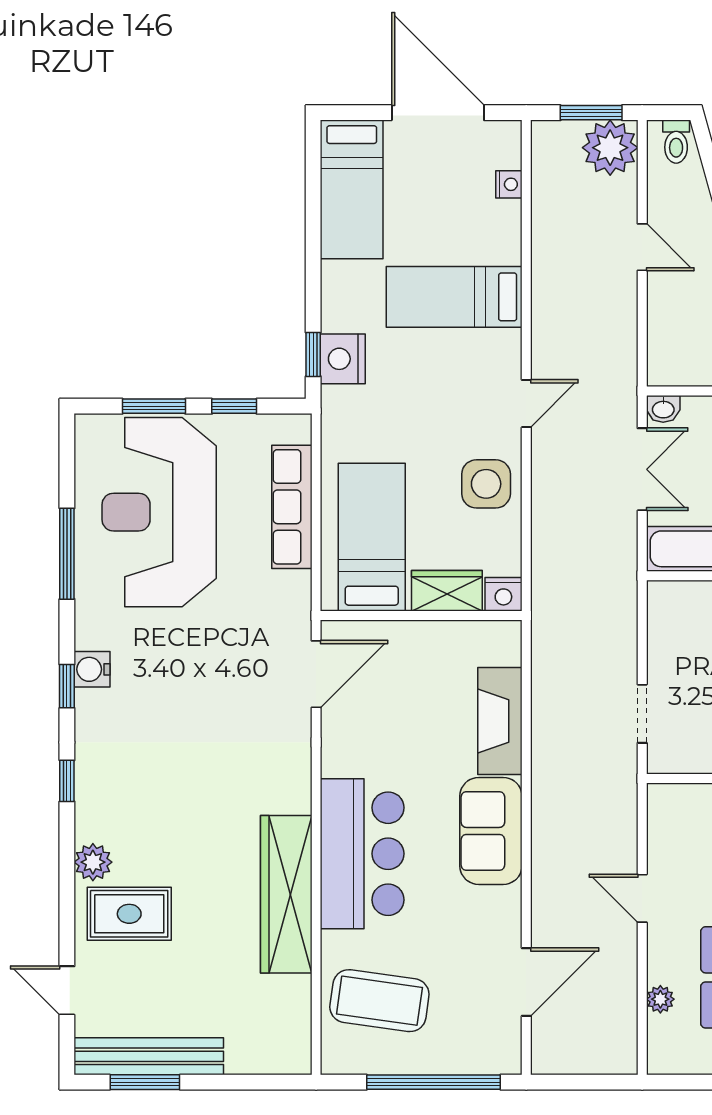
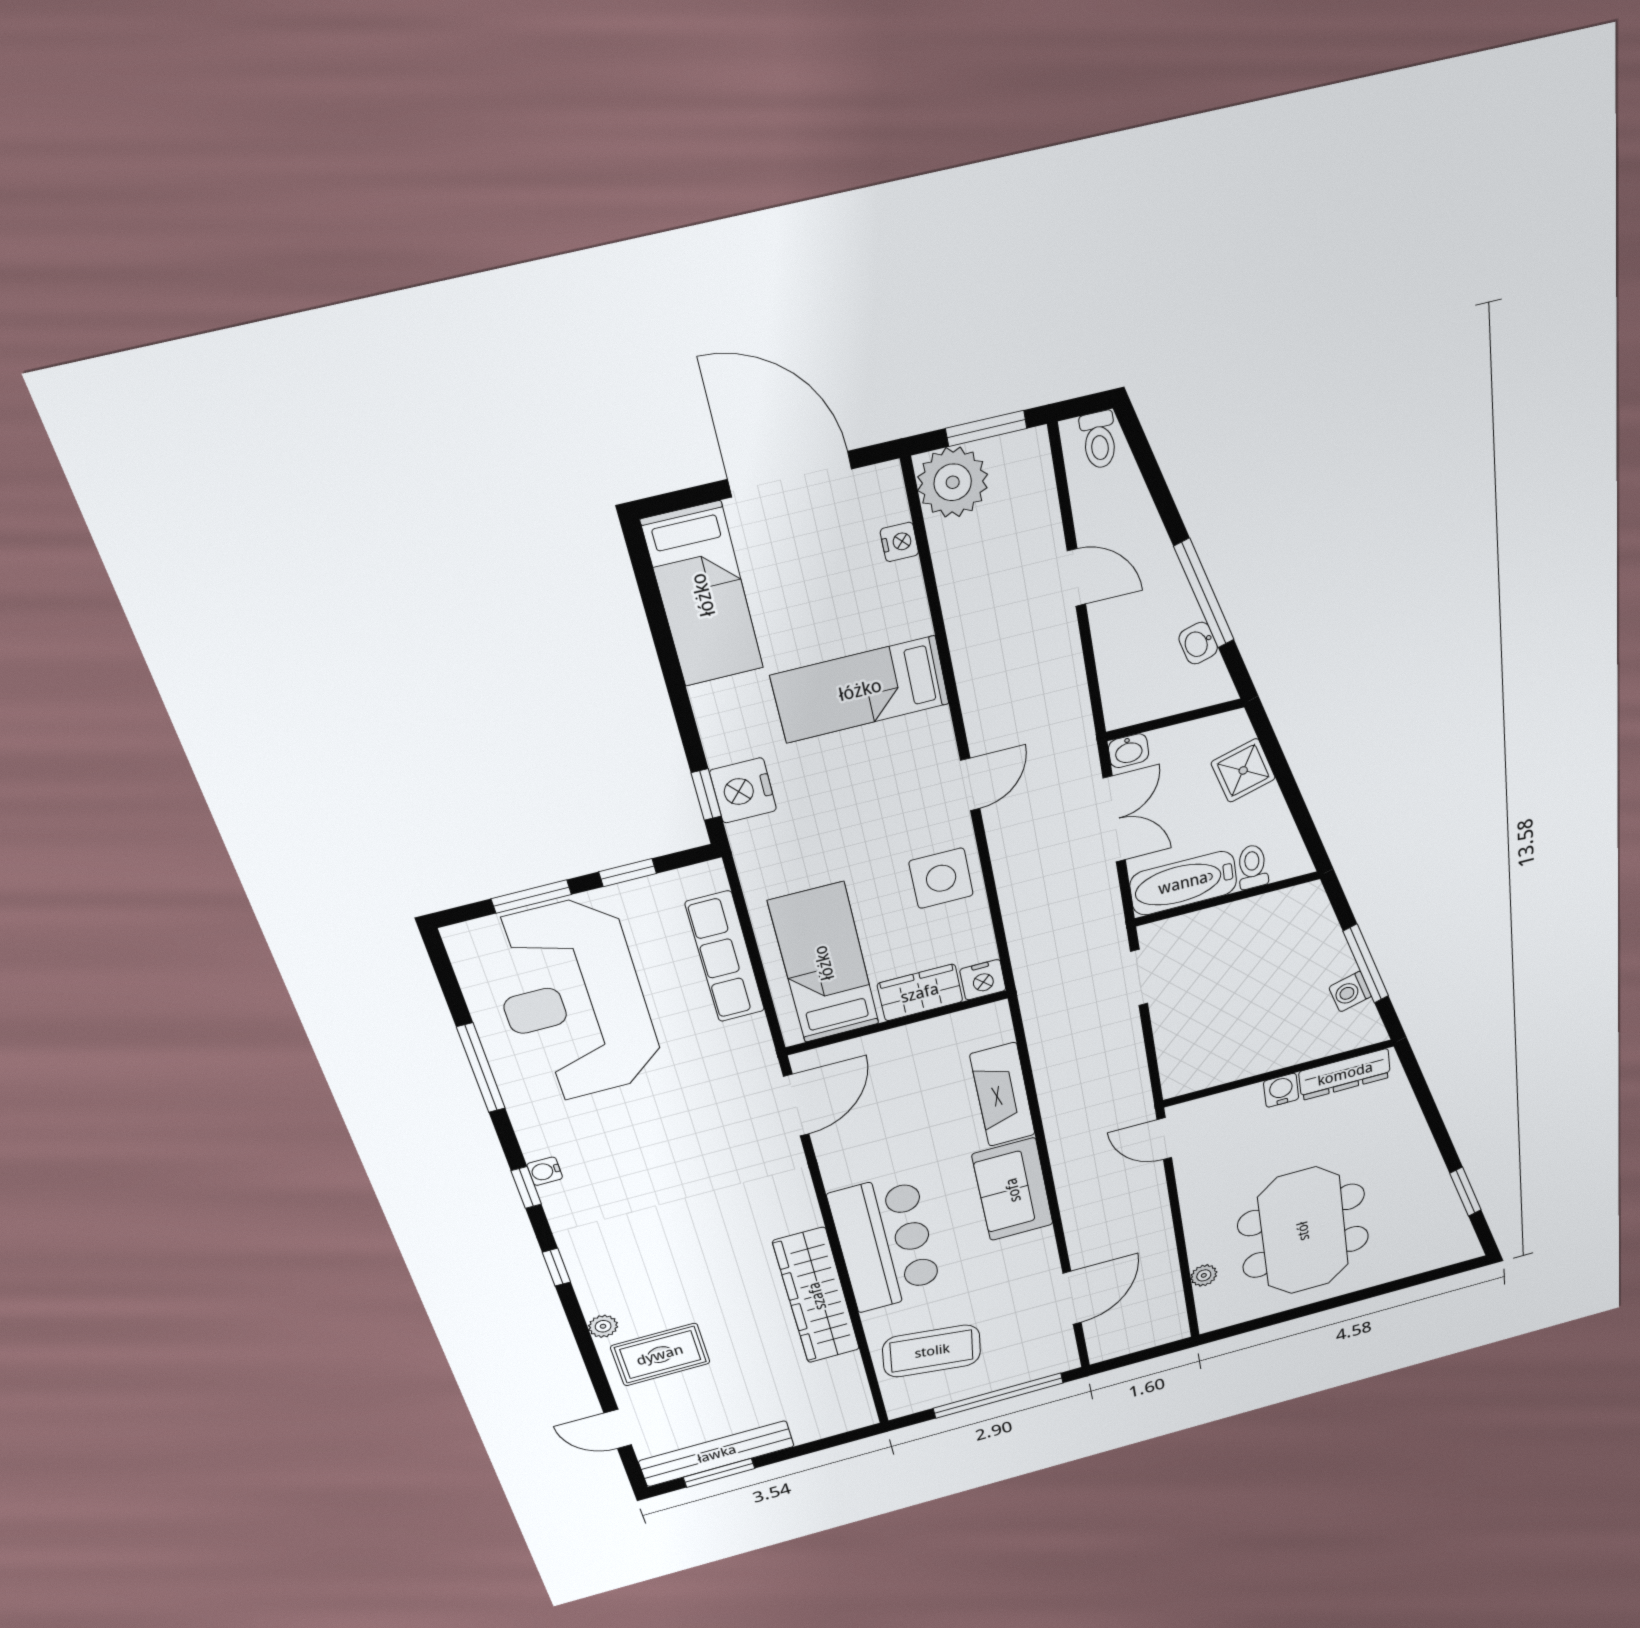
plant: (610, 148) -> (953, 482), moved
water cooler: (92, 669) -> (545, 1171), width x0.72, depth x0.72
doorway: (642, 714) -> (1139, 978), moved
plant: (93, 862) -> (603, 1326), width x0.73, depth x0.73
door: (642, 898) -> (1164, 1139), moved

